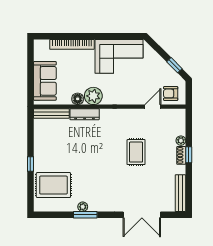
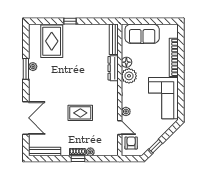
plant: (134, 100) -> (126, 111), added
double door: (142, 215) -> (26, 118), swing flipped

